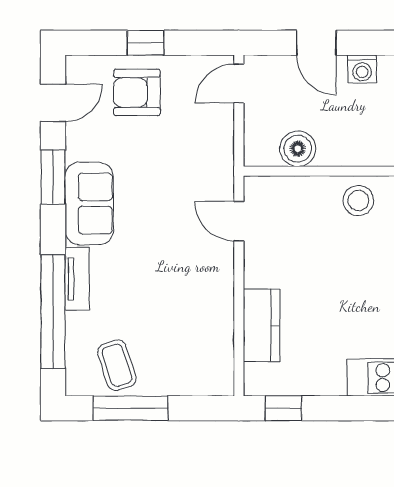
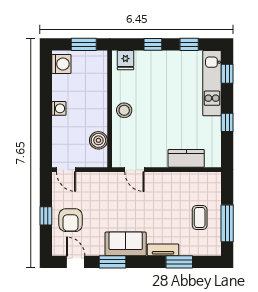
door: (316, 43) -> (46, 131), removed
door: (239, 221) -> (134, 170), hinge flipped
window: (53, 312) -> (179, 262), width x0.47
coffee table: (117, 365) -> (200, 217), moved, turned -72
window: (283, 408) -> (227, 122), moved

